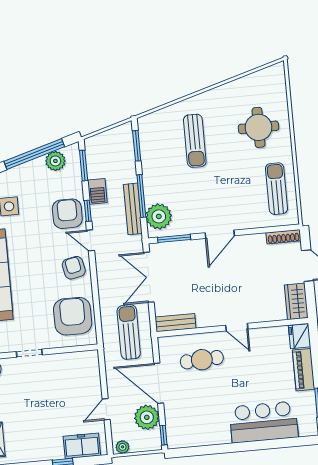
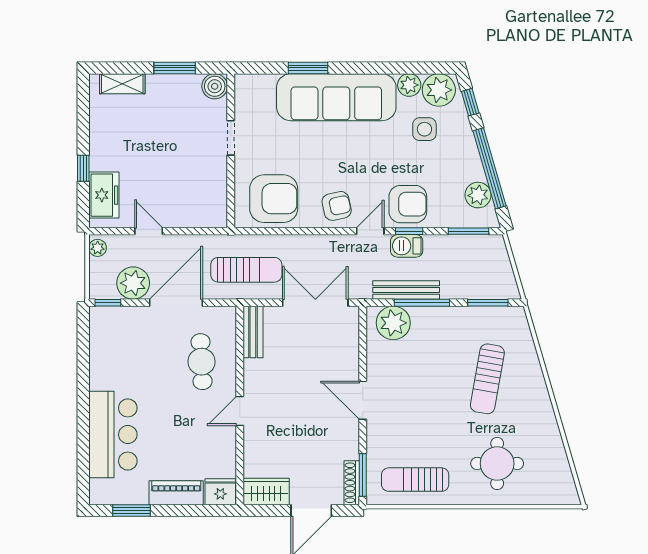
sun lounger: (195, 141) -> (487, 379), turned -80
sun lounger: (277, 189) -> (415, 480), turned 180
barbecue: (97, 191) -> (407, 246), moved
window: (174, 238) -> (363, 475), moved

